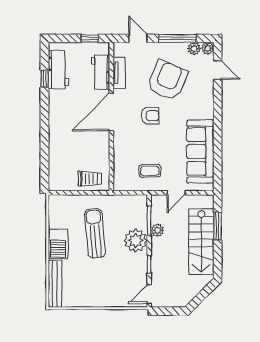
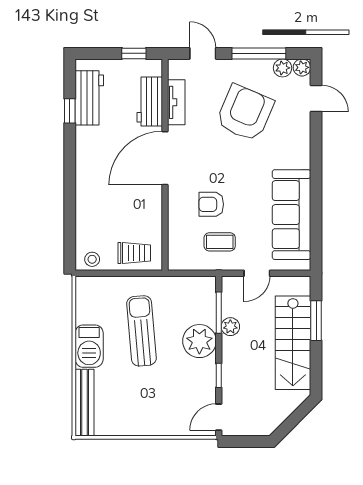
armchair: (150, 116) -> (211, 204), moved, turned 180
stool: (60, 183) -> (92, 259), added

